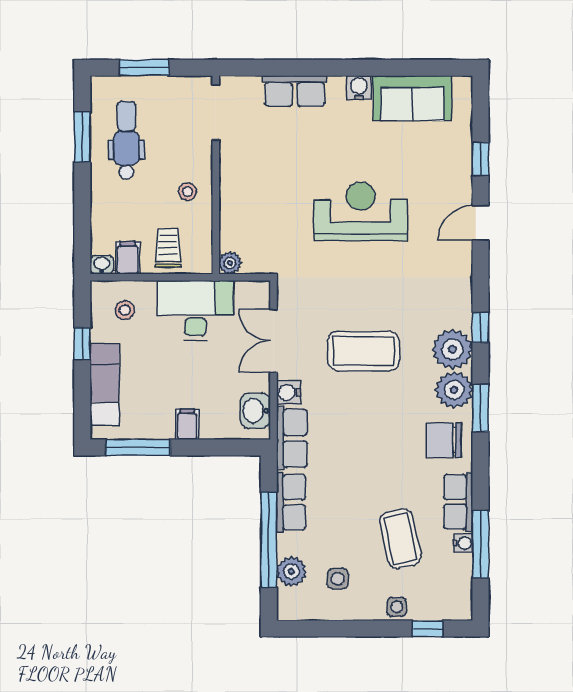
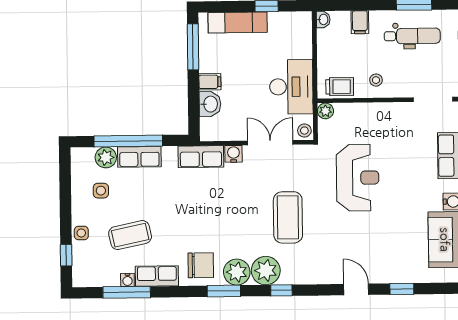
reception desk: (361, 211) -> (358, 178), moved
trolley: (168, 248) -> (340, 87), moved
filing cabinet: (128, 258) -> (360, 22), moved, turned 90
stool: (125, 310) -> (304, 131), moved
coffee table: (363, 351) -> (288, 217), moved
washbasin: (255, 411) -> (210, 104), moved, turned 90
chair: (444, 440) -> (201, 265), turned 90
row of seats: (291, 502) -> (139, 157), moved

